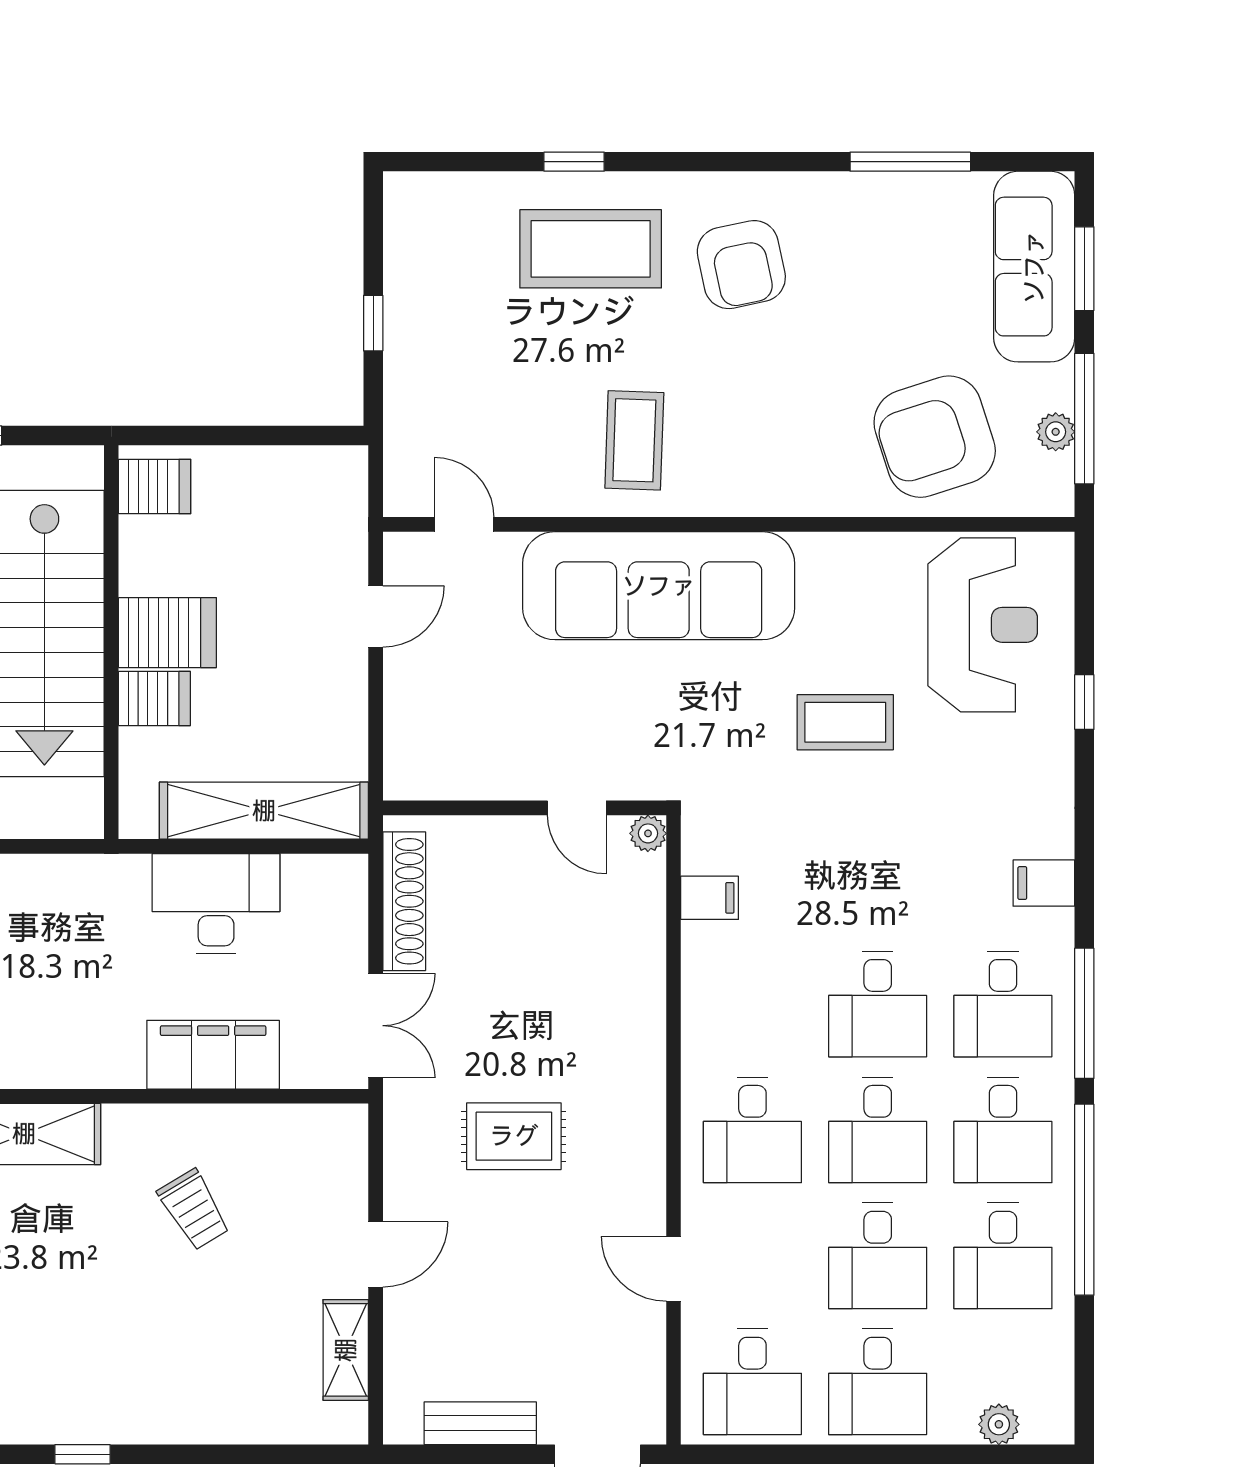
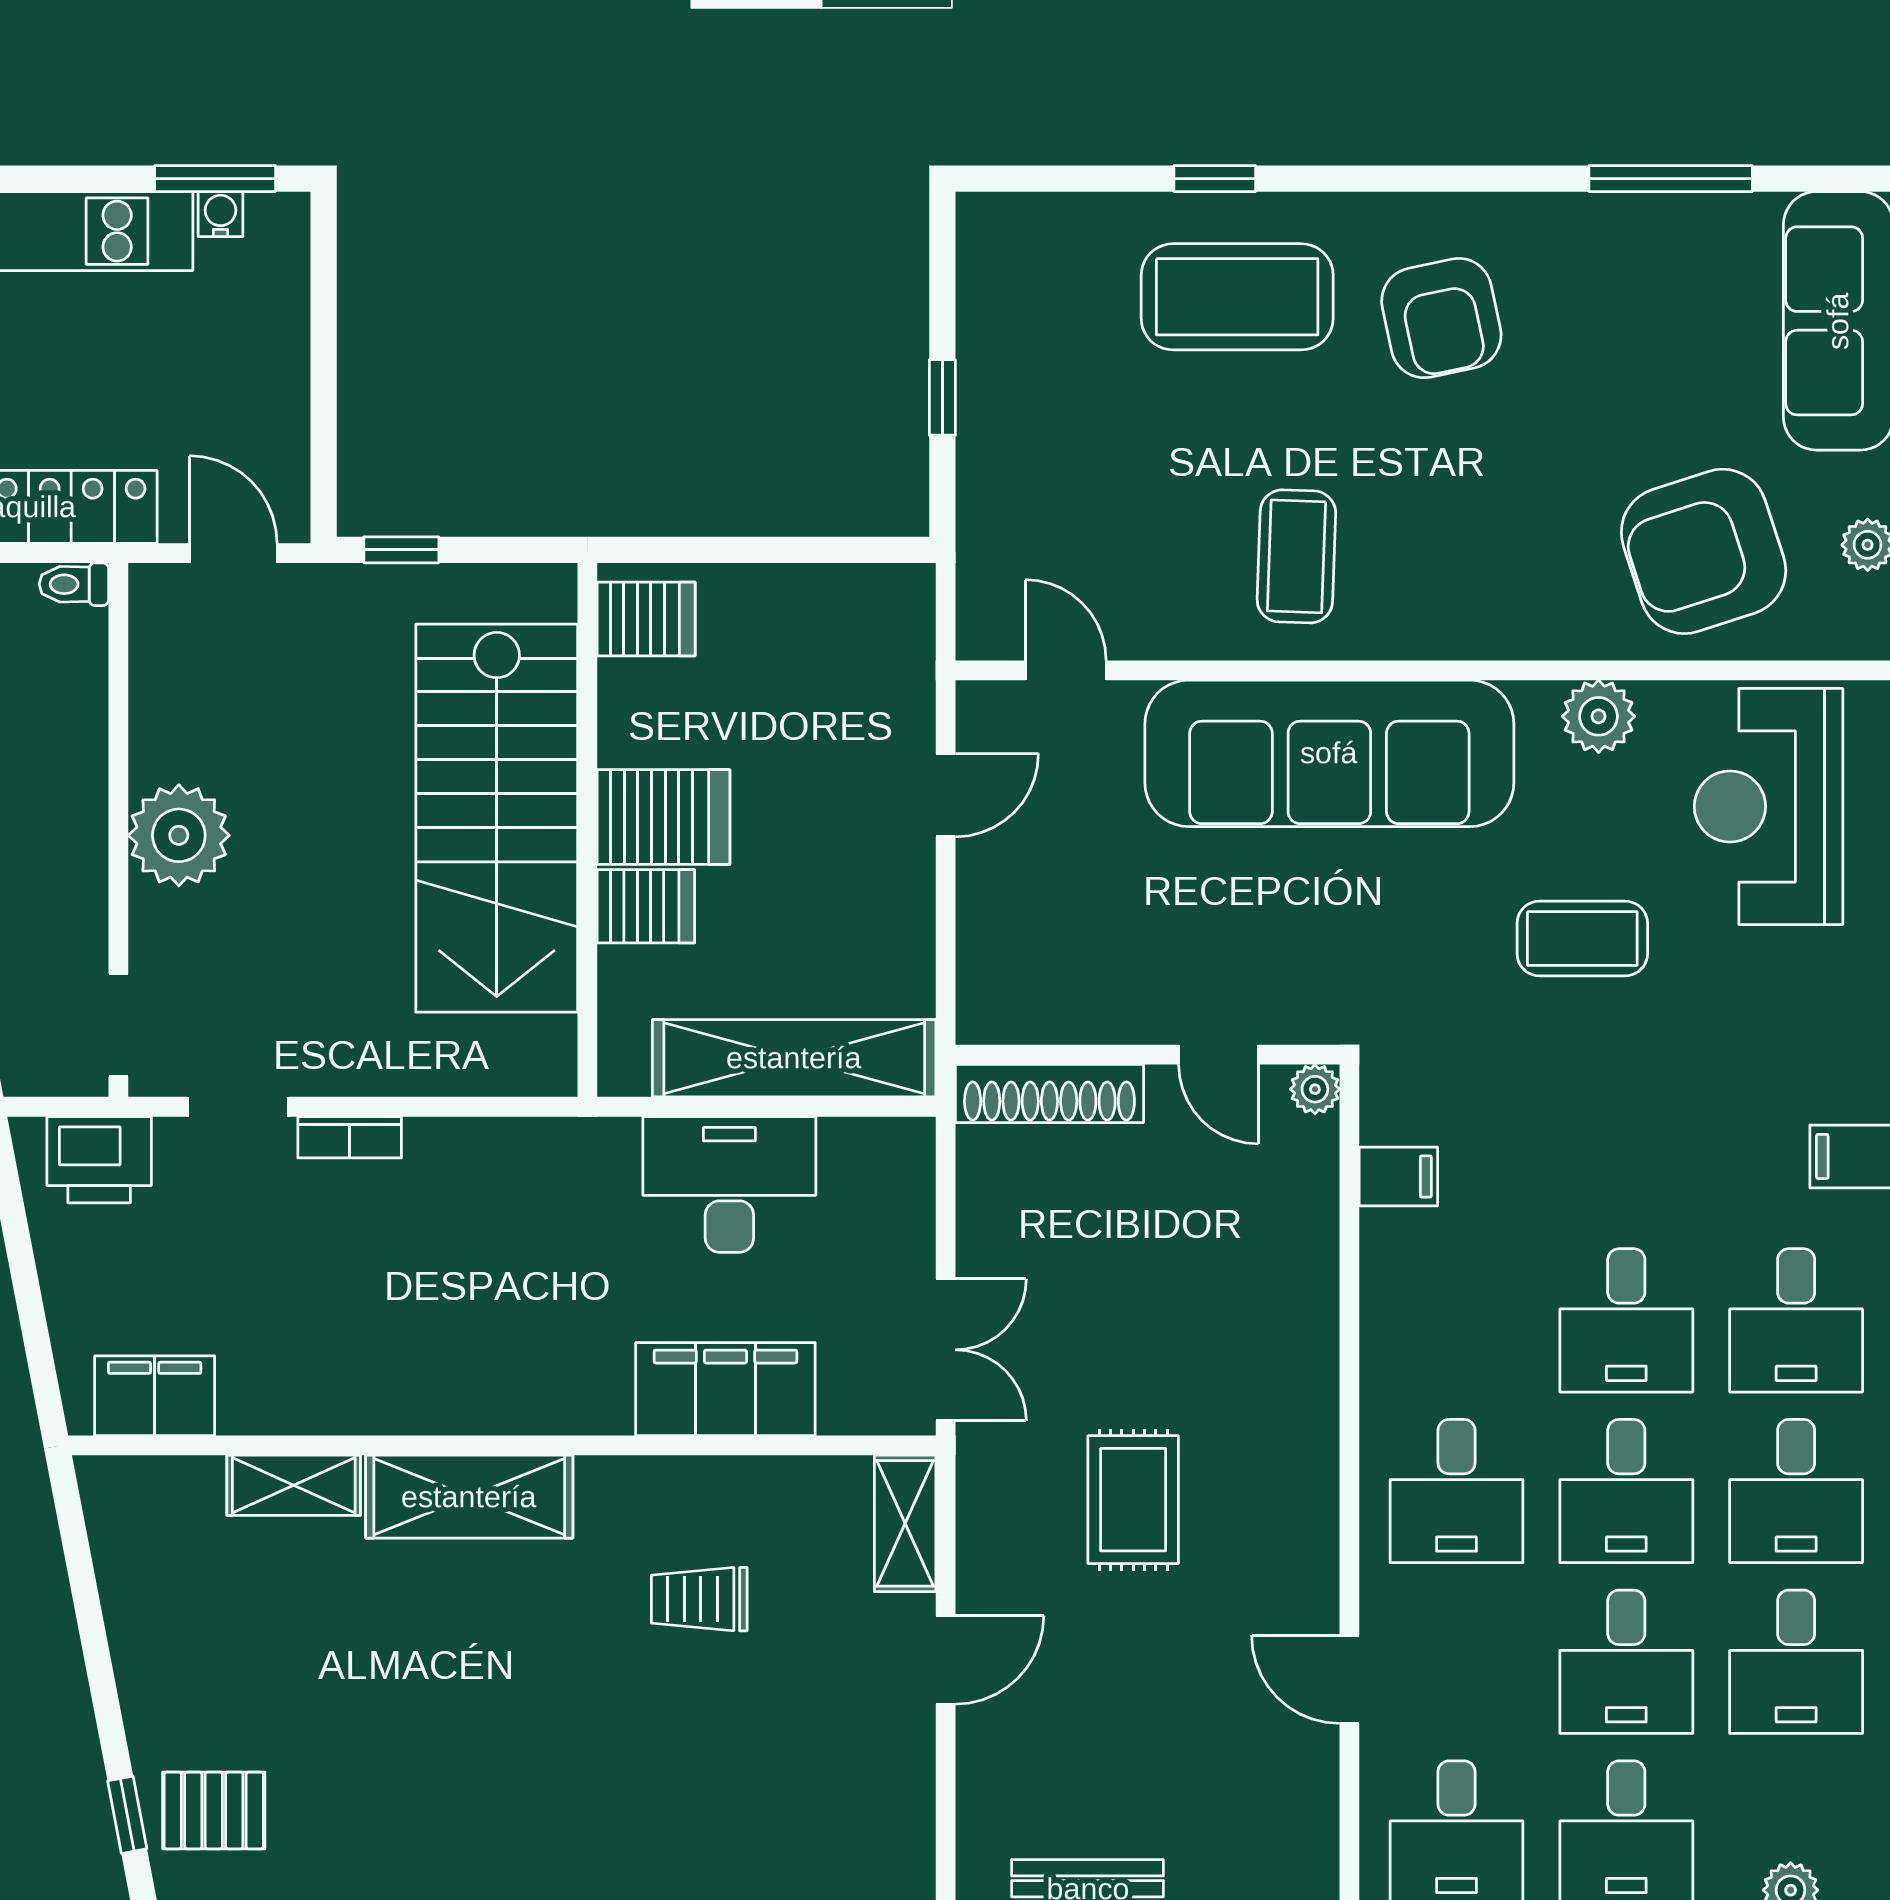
plant: (857, 558) -> (1599, 716), added
reception desk: (983, 625) -> (1769, 806), turned 180
shoe rack: (404, 901) -> (1049, 1093), moved, turned 90
rug: (514, 1136) -> (1133, 1500), turned 90
trolley: (194, 1210) -> (699, 1599), turned 121
shelving: (346, 1350) -> (905, 1523), moved

